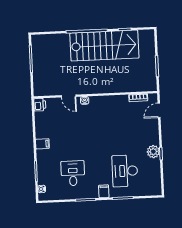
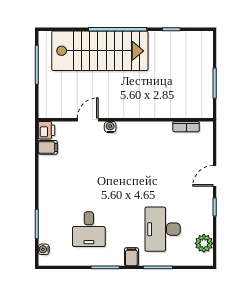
stairs: (104, 46) -> (100, 51), moved
door: (69, 96) -> (88, 120), swing flipped
door: (159, 110) -> (215, 176), moved
filing cabinet: (42, 144) -> (48, 147), moved
plant: (153, 152) -> (204, 243), moved
desk: (73, 173) -> (89, 229), turned 180

